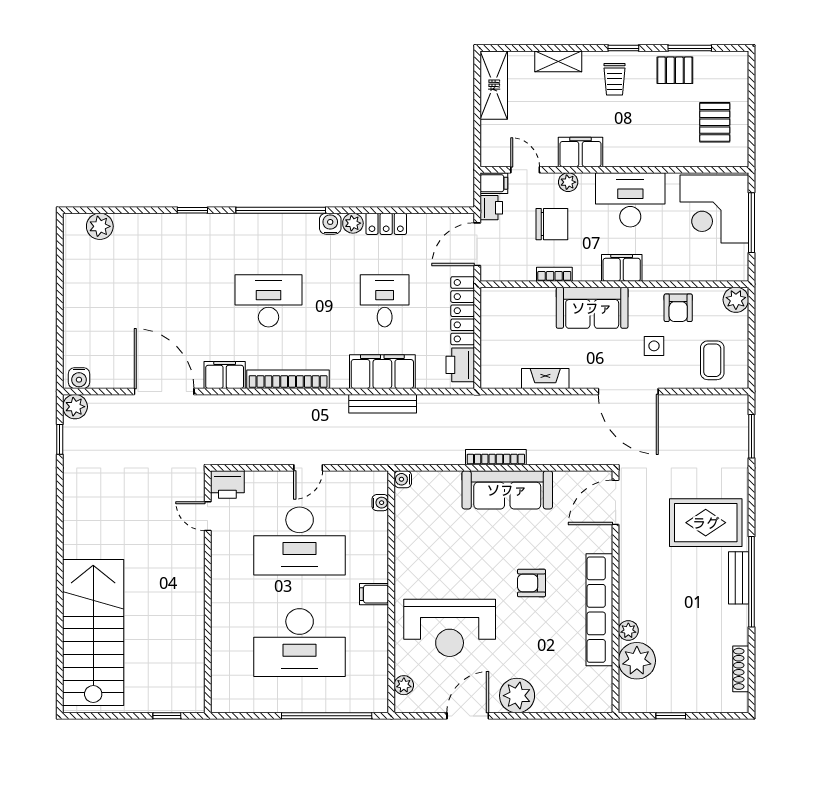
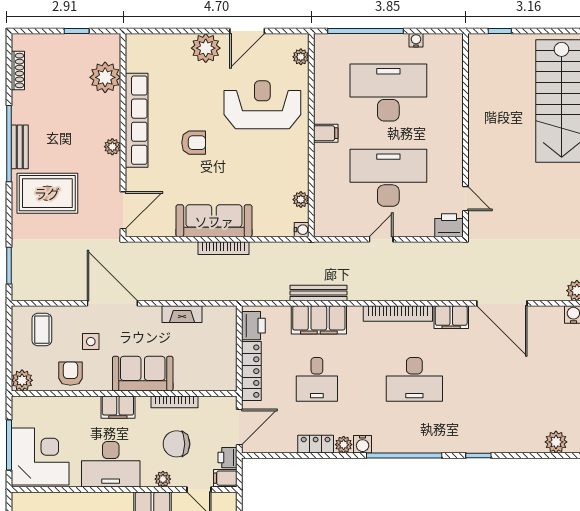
bookcase: (554, 274) -> (174, 402), width x1.56
water cooler: (380, 503) -> (416, 40), moved, turned 90
plant: (404, 515) -> (301, 200), added
plant: (628, 630) -> (112, 147), moved

